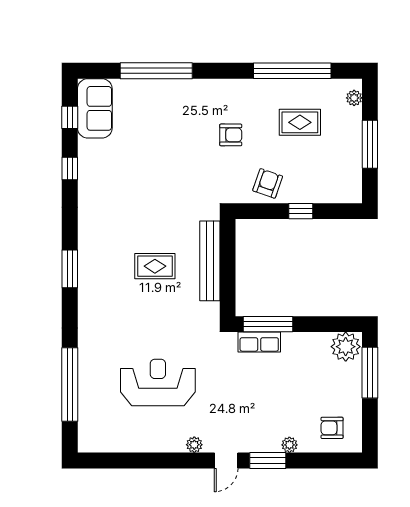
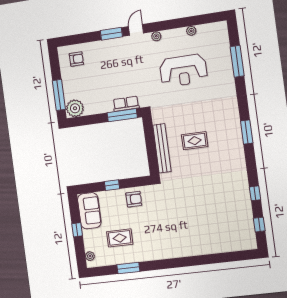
window: (156, 71) -> (210, 259), removed
window: (292, 71) -> (128, 268), width x0.47
sofa: (95, 108) -> (89, 211), moved, turned 180
armchair: (231, 135) -> (160, 226), removed
window: (370, 144) -> (77, 230), width x0.46
armchair: (268, 183) -> (134, 199), turned -109
window: (70, 385) -> (237, 61), width x0.68
plant: (289, 445) -> (191, 31), moved

